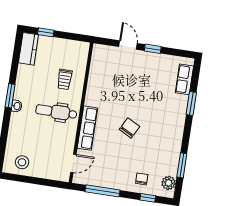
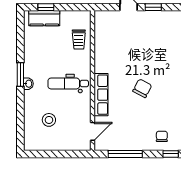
kitchen counter: (28, 49) -> (44, 18), moved, turned 90
trolley: (65, 79) -> (79, 39), moved
stool: (22, 162) -> (49, 120), moved

